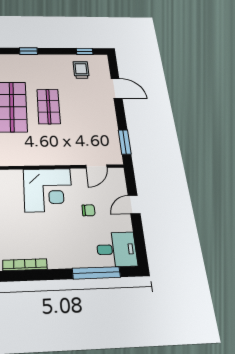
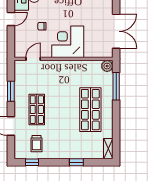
shop shelf: (48, 106) -> (37, 110), moved
window: (125, 142) -> (11, 91), moved
door: (134, 204) -> (11, 19), moved

